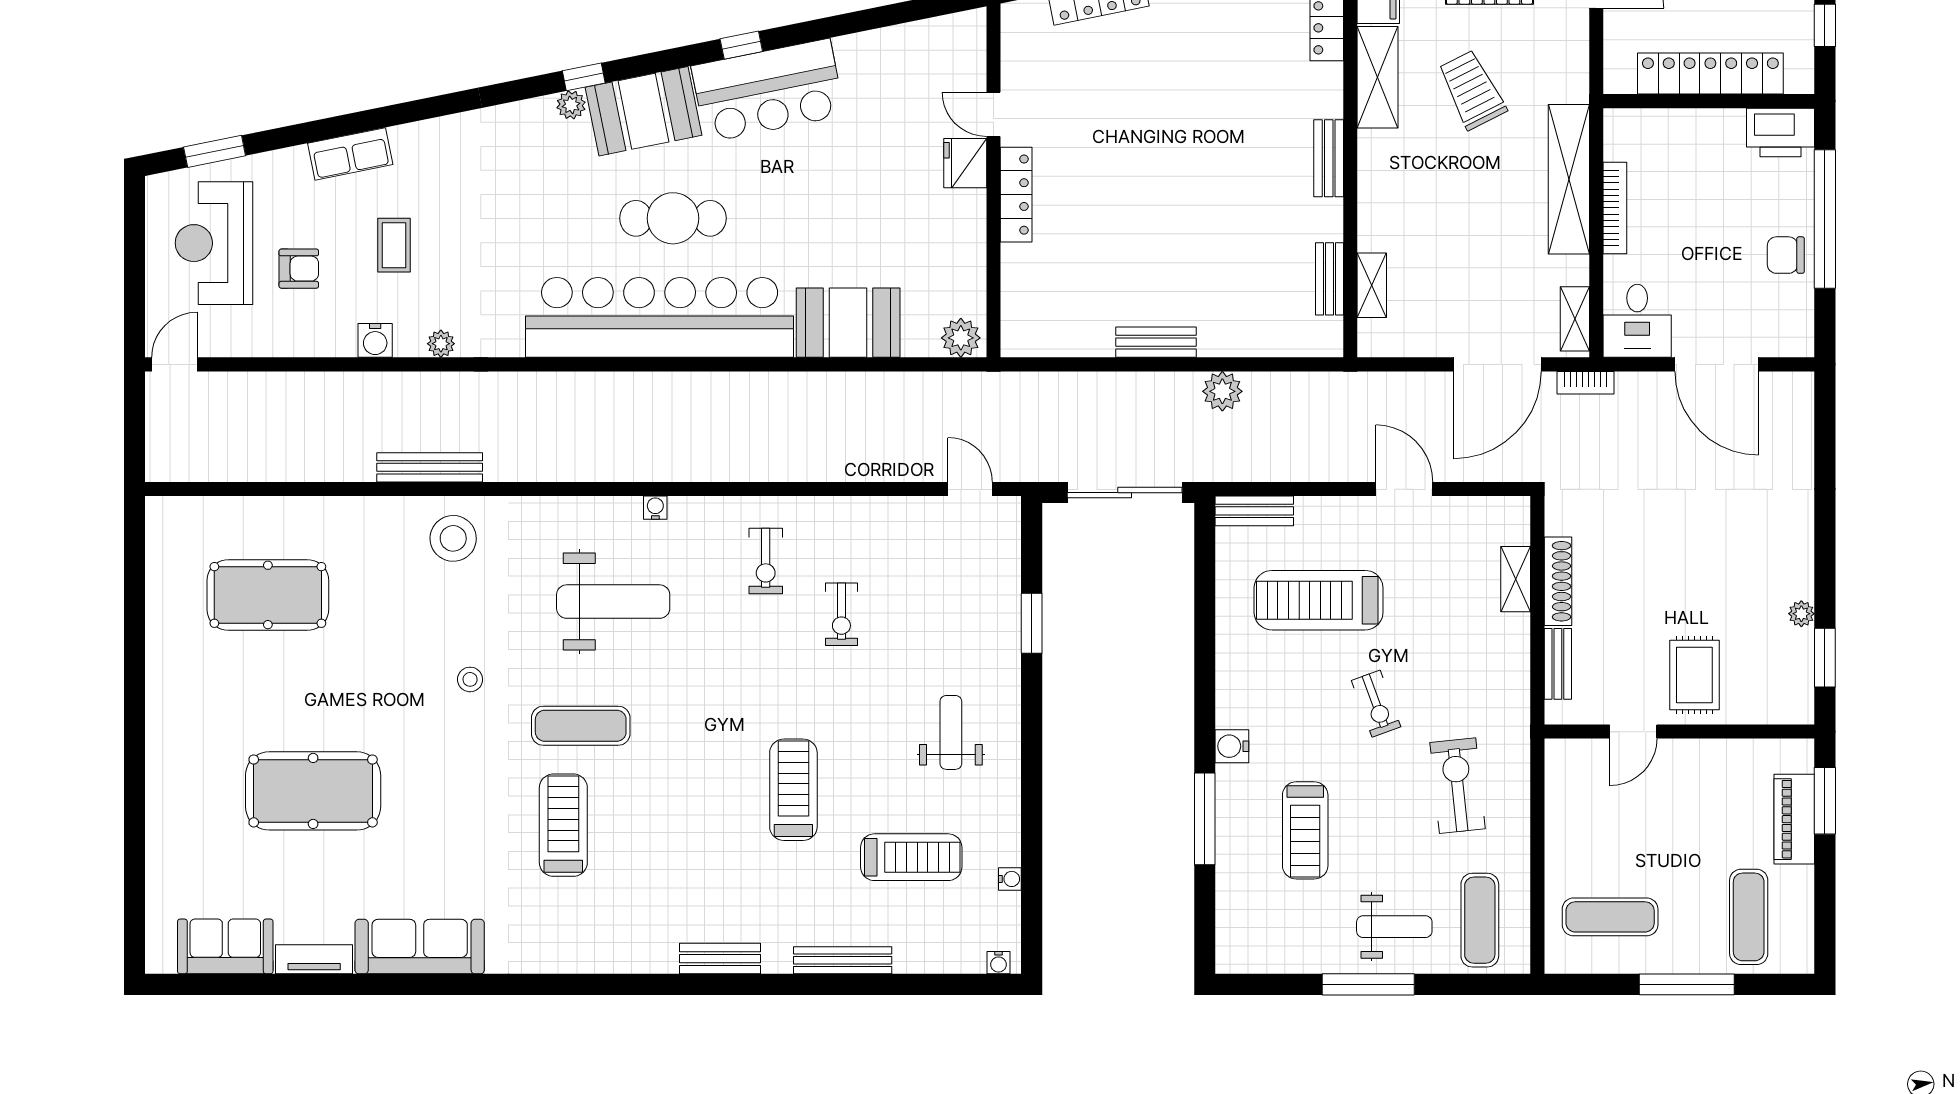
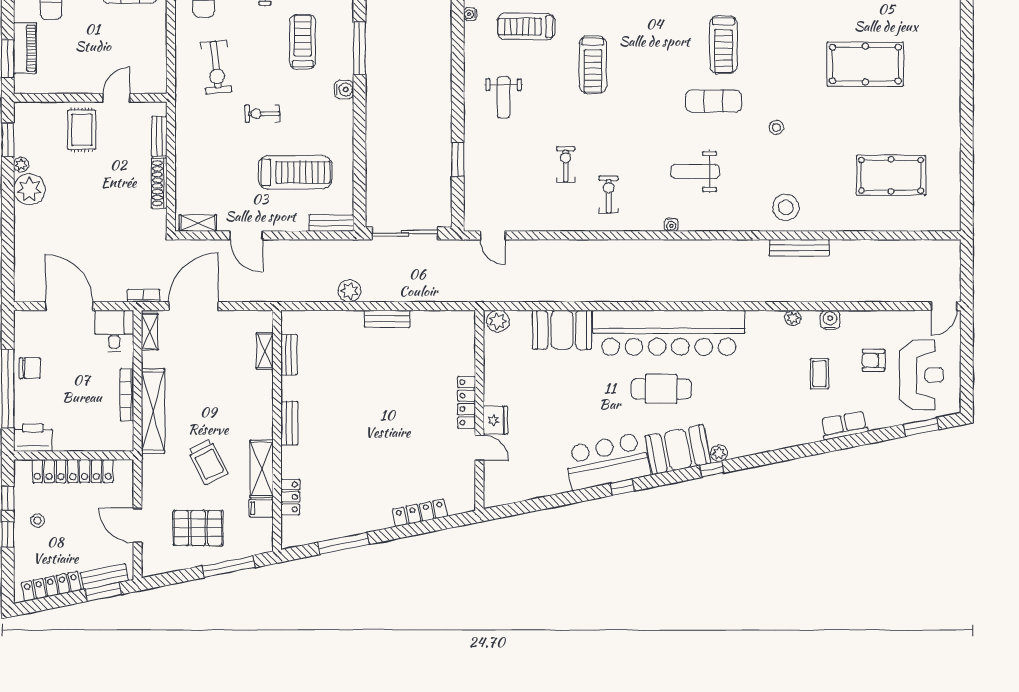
plant: (1787, 570) -> (29, 189), added
shelving: (1516, 579) -> (198, 223), moved, turned 90
weight bench: (613, 602) -> (695, 172), width x0.73, depth x0.75
exercise bike: (1376, 704) -> (262, 114), turned -70

